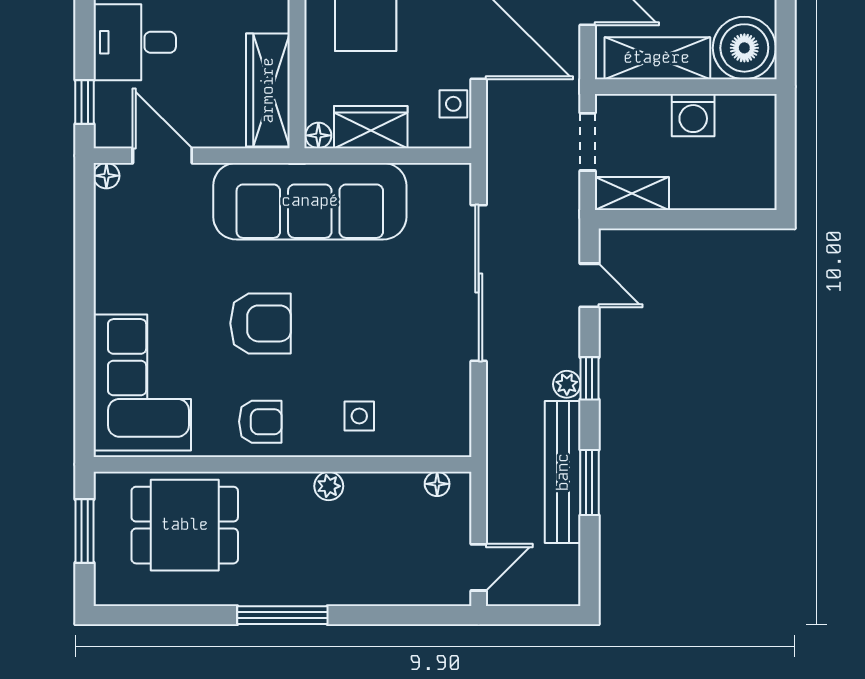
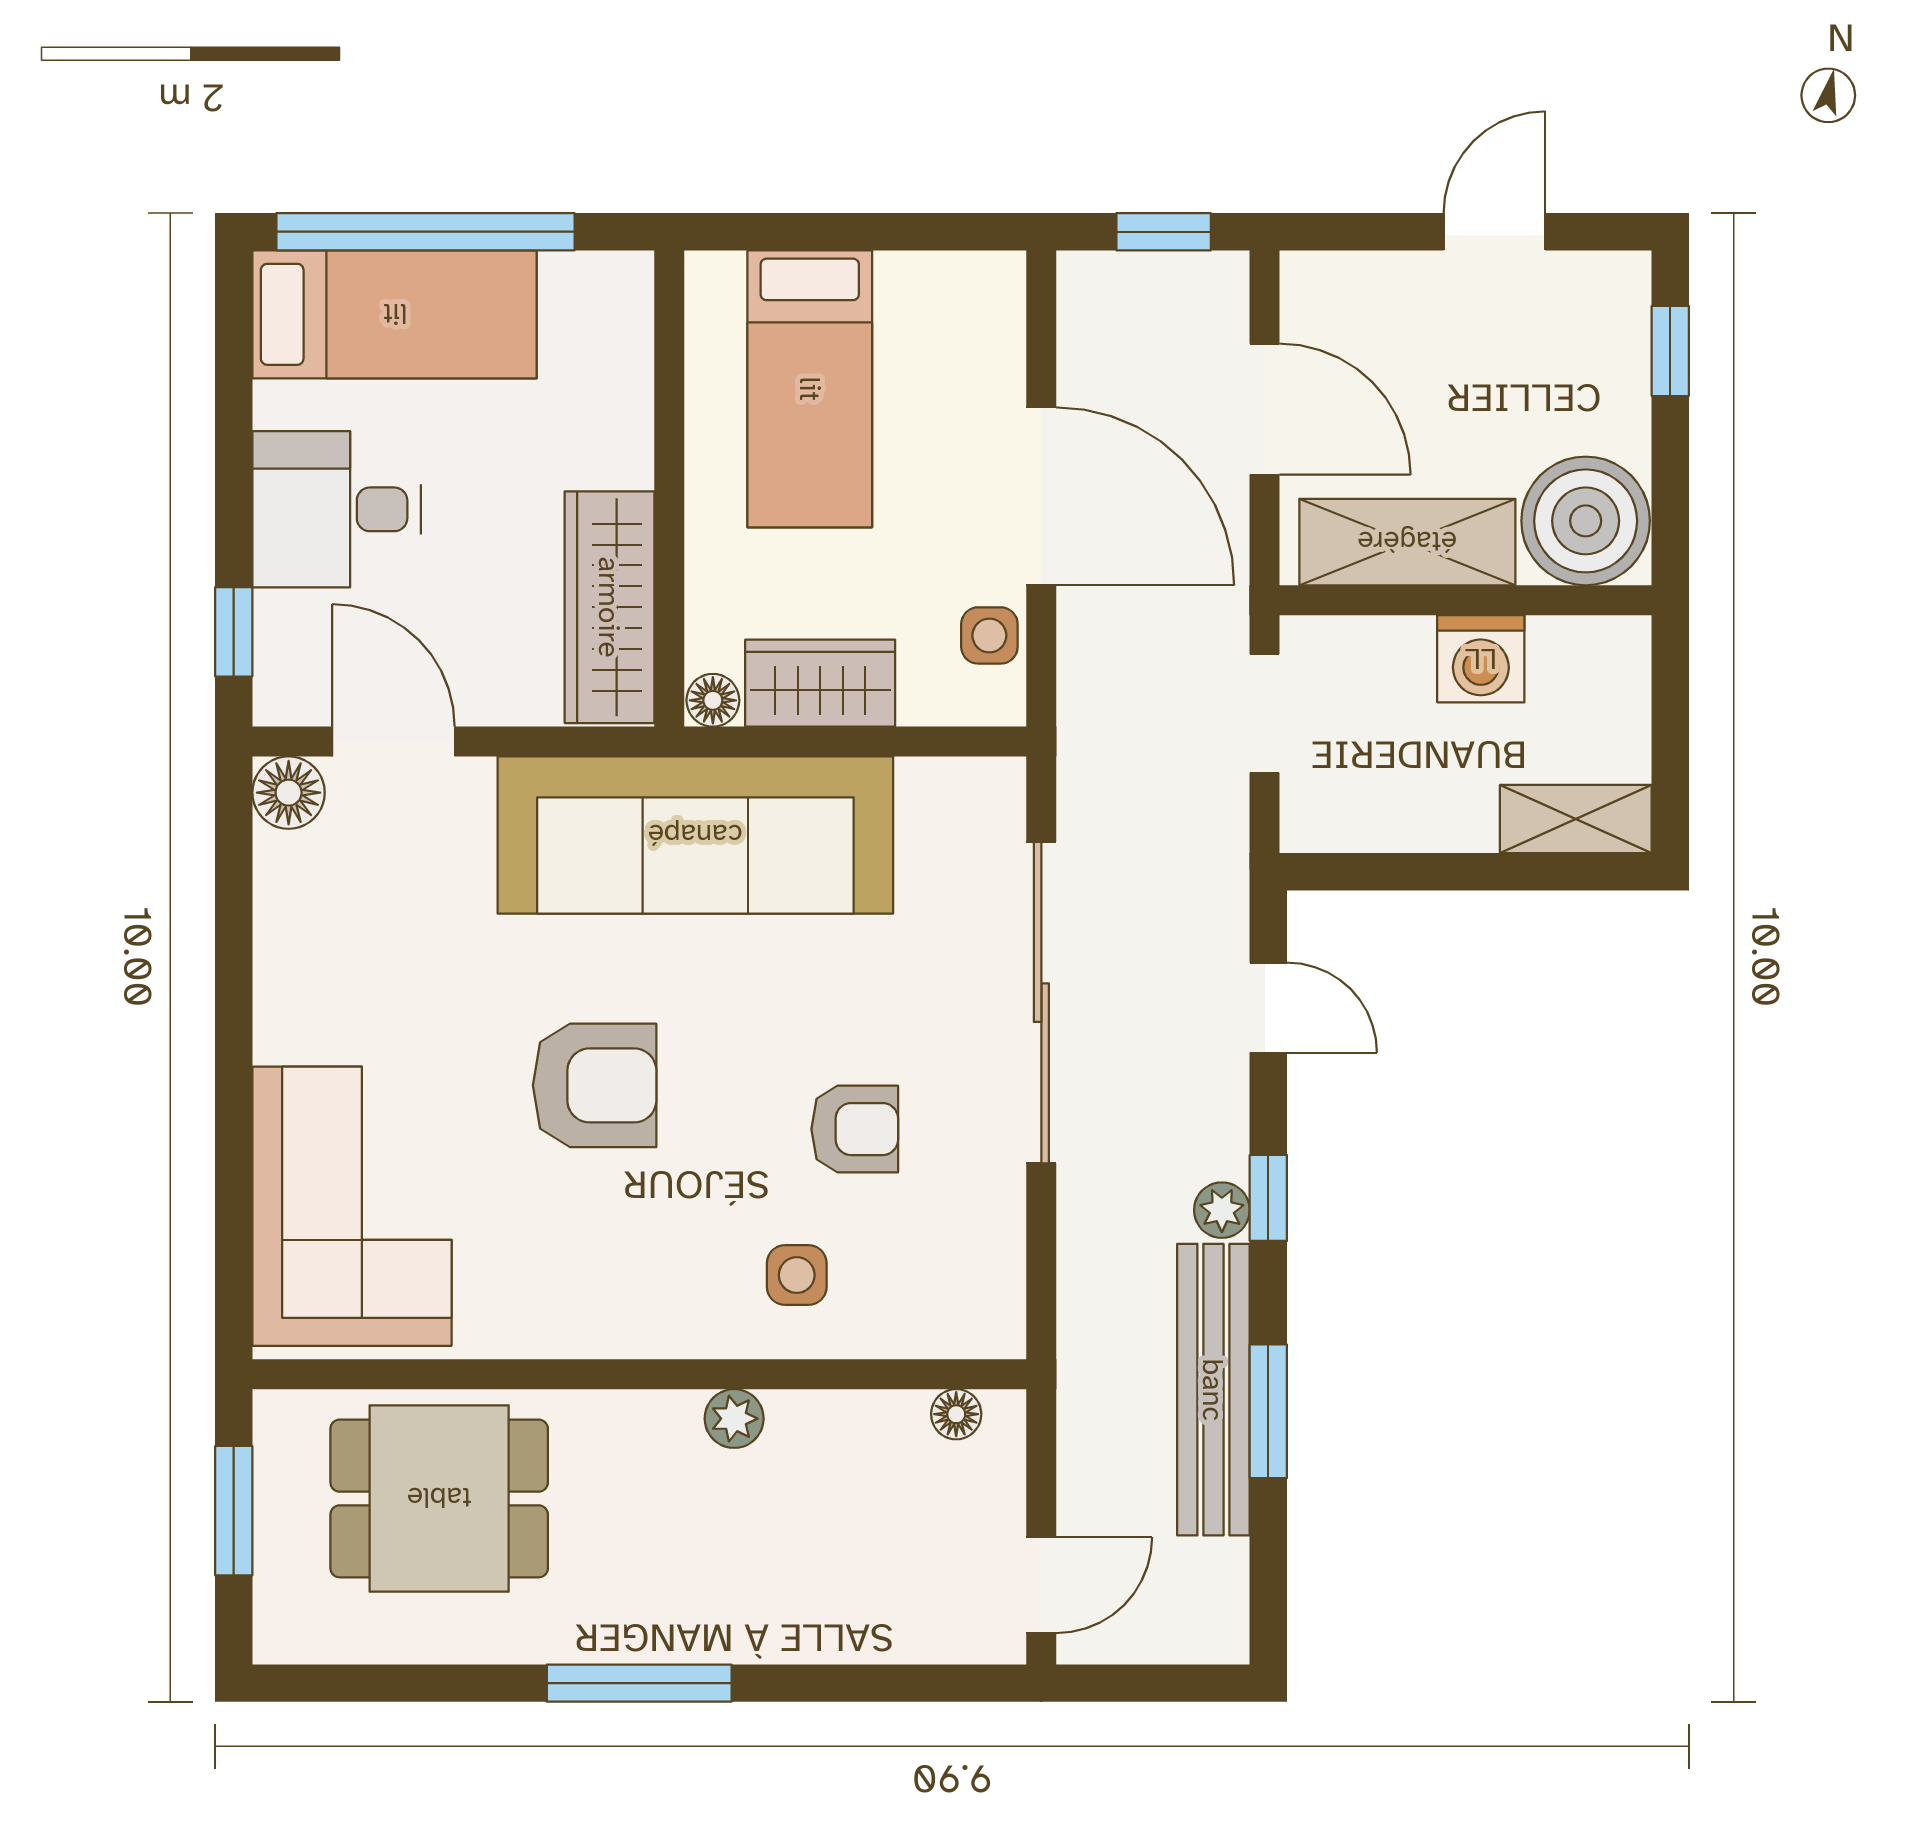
floor lamp: (106, 176) -> (289, 793), width x1.37, depth x1.37
shelving: (632, 193) -> (1576, 819), moved
armchair: (260, 422) -> (855, 1129), moved

